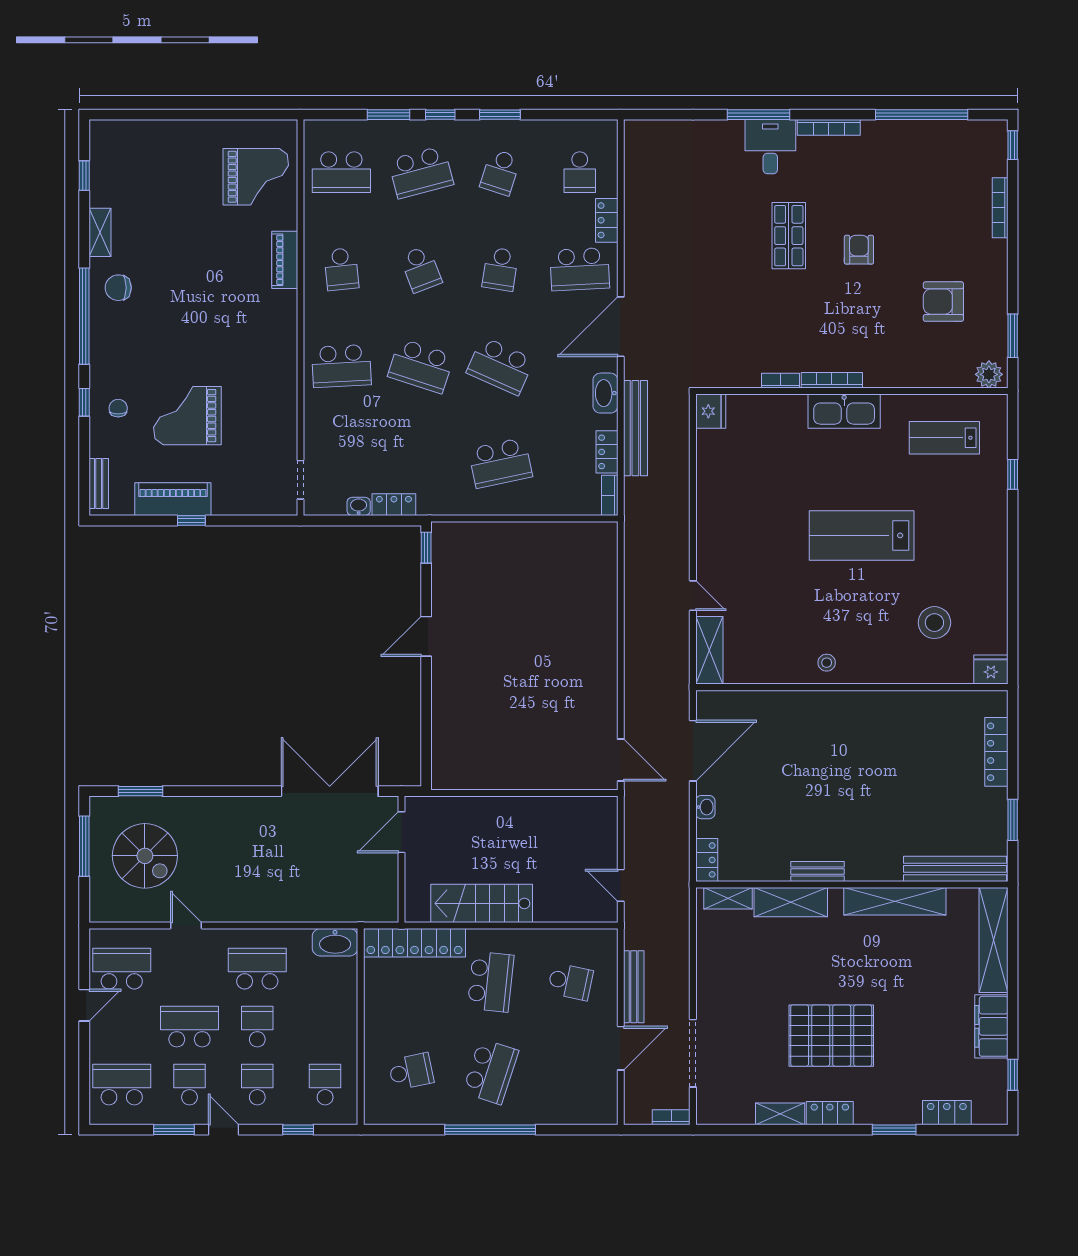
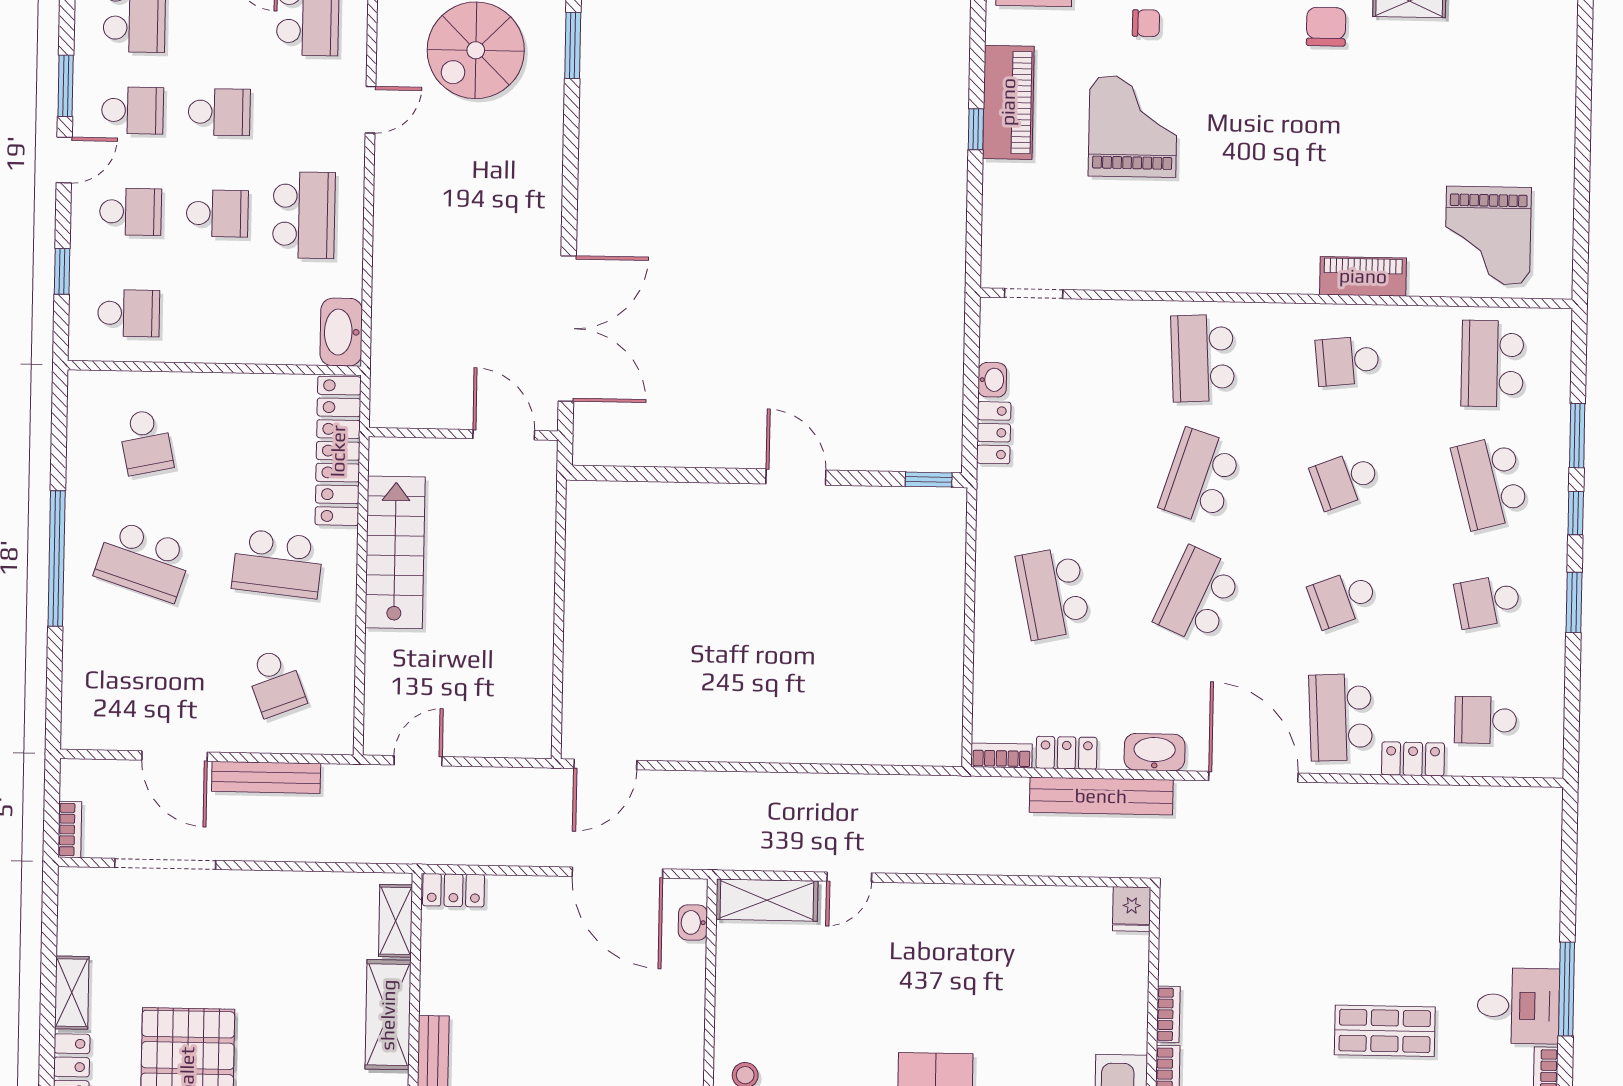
school desk: (500, 172) -> (1488, 601), turned -30
school desk: (500, 269) -> (1343, 598), turned -30
fridge: (711, 411) -> (1132, 909), width x0.72
washbasin: (705, 807) -> (693, 923), moved, turned 90
school desk: (570, 982) -> (275, 683), turned -33
school desk: (189, 1027) -> (219, 112), width x0.54

